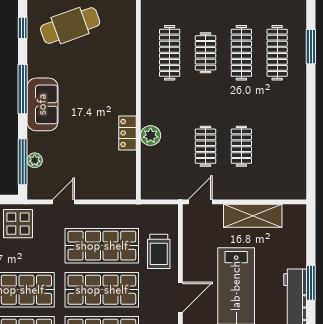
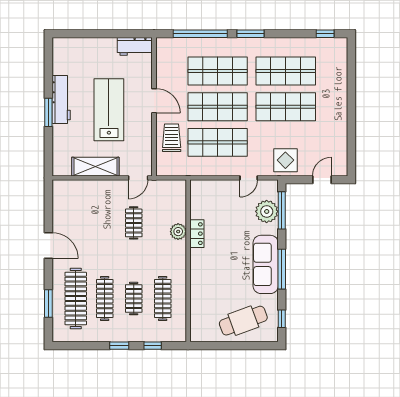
clothes rail: (277, 53) -> (76, 299), width x1.37, depth x1.31
sofa: (42, 104) -> (266, 264), width x1.36
door: (311, 118) -> (48, 246), added
clothes rail: (241, 146) -> (105, 223), removed
plant: (35, 160) -> (267, 211), width x1.88, depth x1.88
door: (180, 297) -> (154, 101), swing flipped

